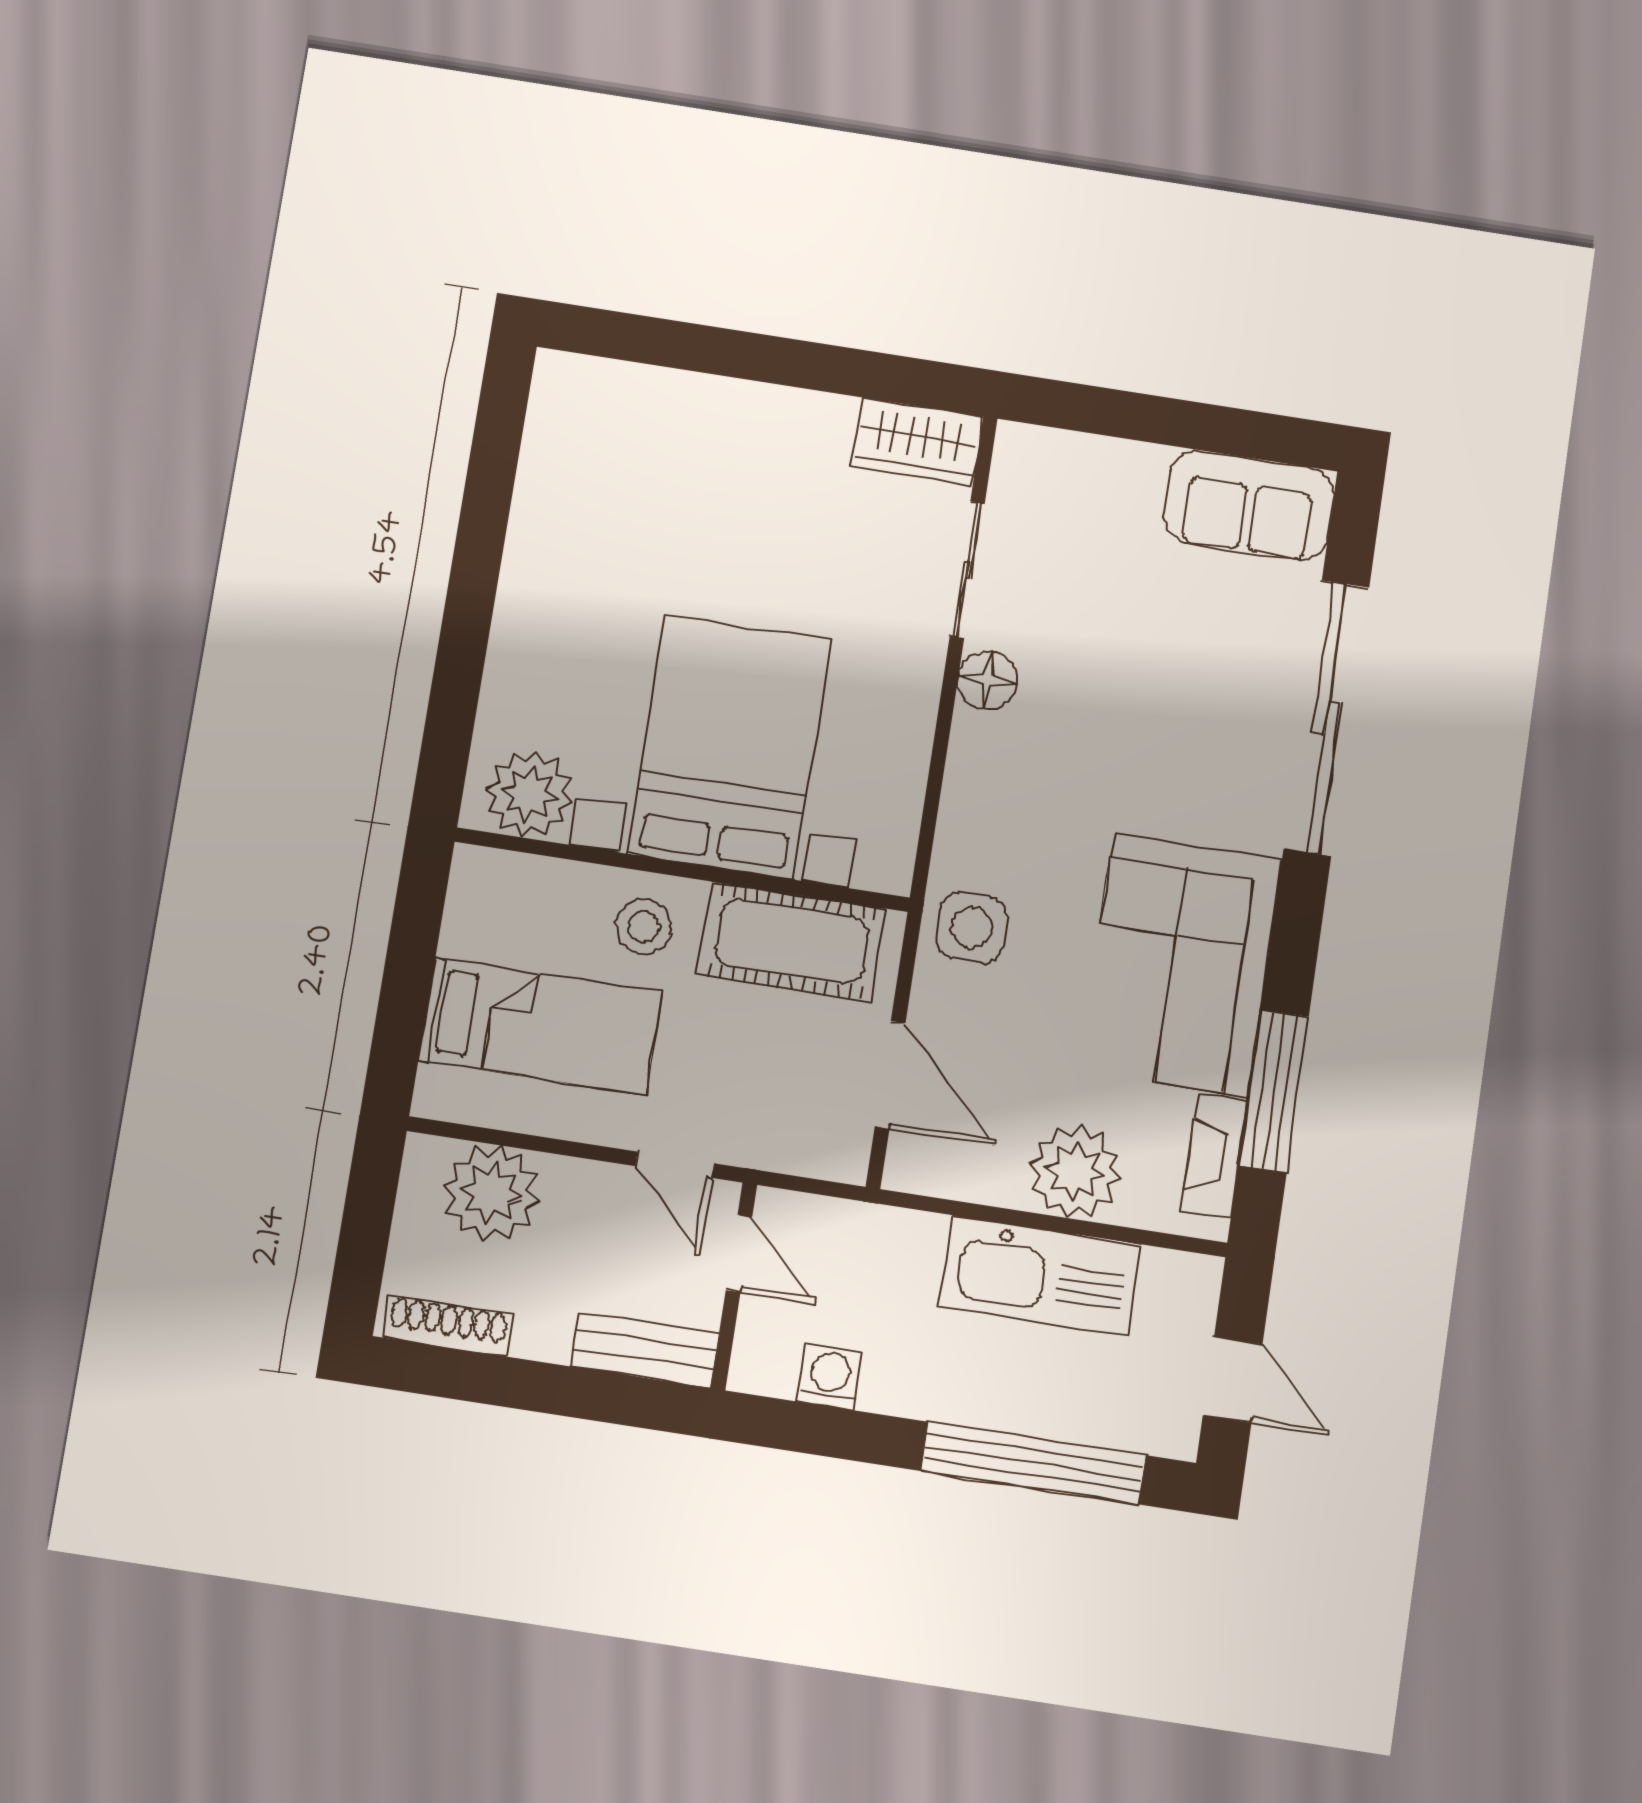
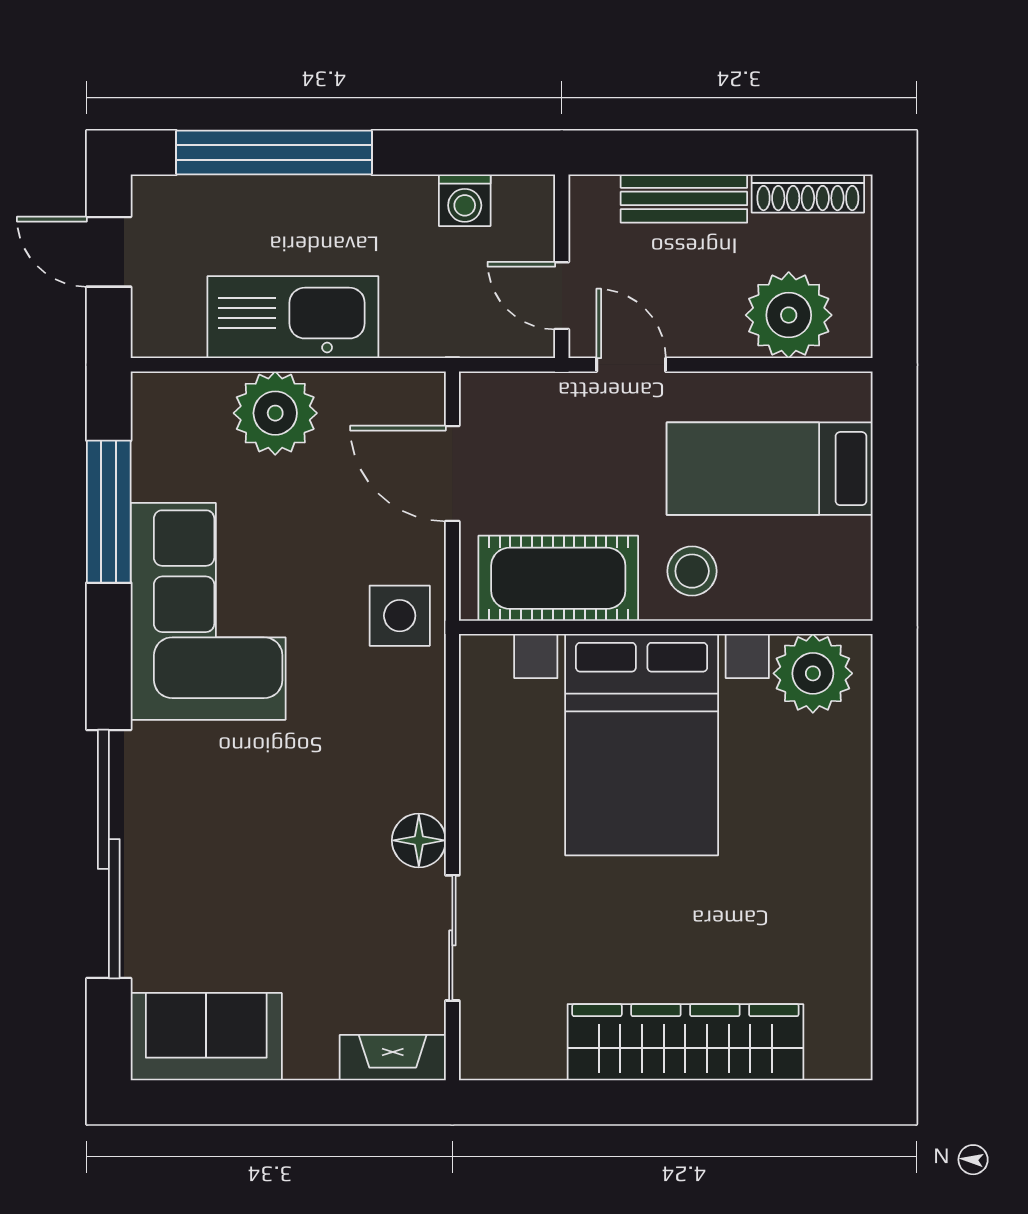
wardrobe: (917, 442) -> (685, 1042), moved, width x2.10, depth x1.17
fireplace: (1214, 1157) -> (393, 1058), moved, turned -90
bench: (645, 1350) -> (684, 198), moved

